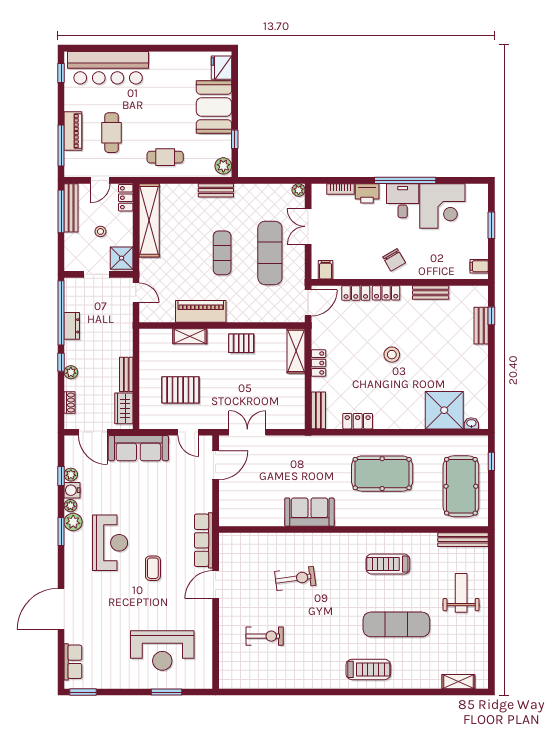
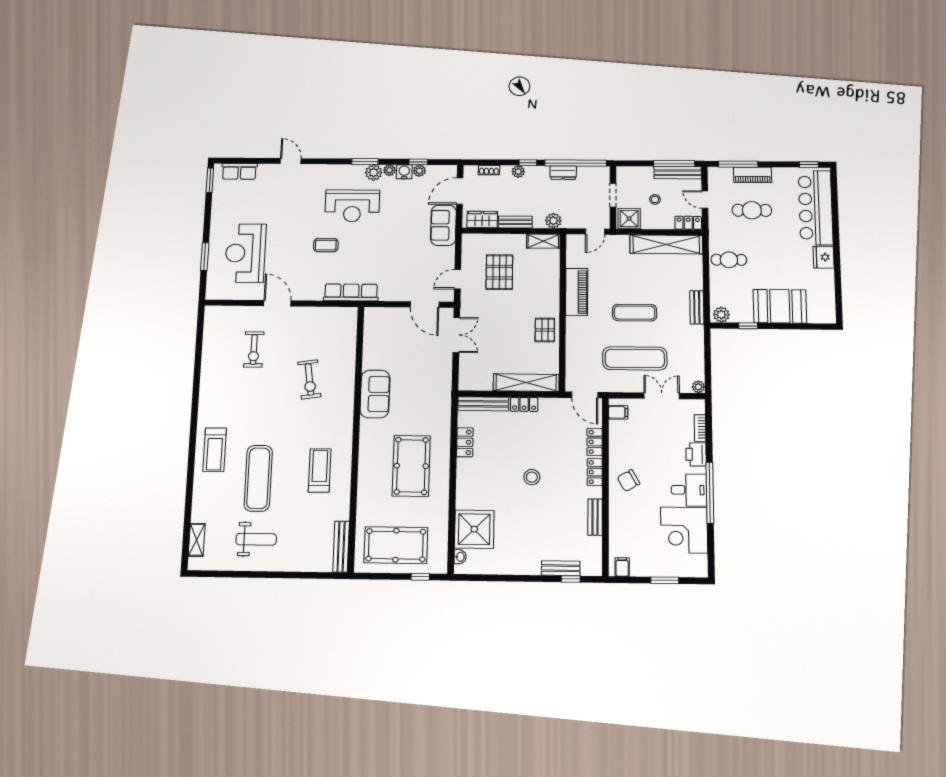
fridge: (221, 68) -> (824, 257), moved, turned -90
cafe table: (165, 157) -> (729, 260), turned 90
plant: (125, 335) -> (553, 221), added
shelving: (190, 336) -> (543, 241), moved, turned 90
shelving: (296, 351) -> (526, 383), width x1.47
bench: (318, 410) -> (483, 404), width x1.36
sofa: (138, 448) -> (443, 225), width x0.73
door: (216, 585) -> (277, 303), moved
weight bench: (461, 593) -> (256, 539), moved
door: (61, 609) -> (291, 161), width x0.53

